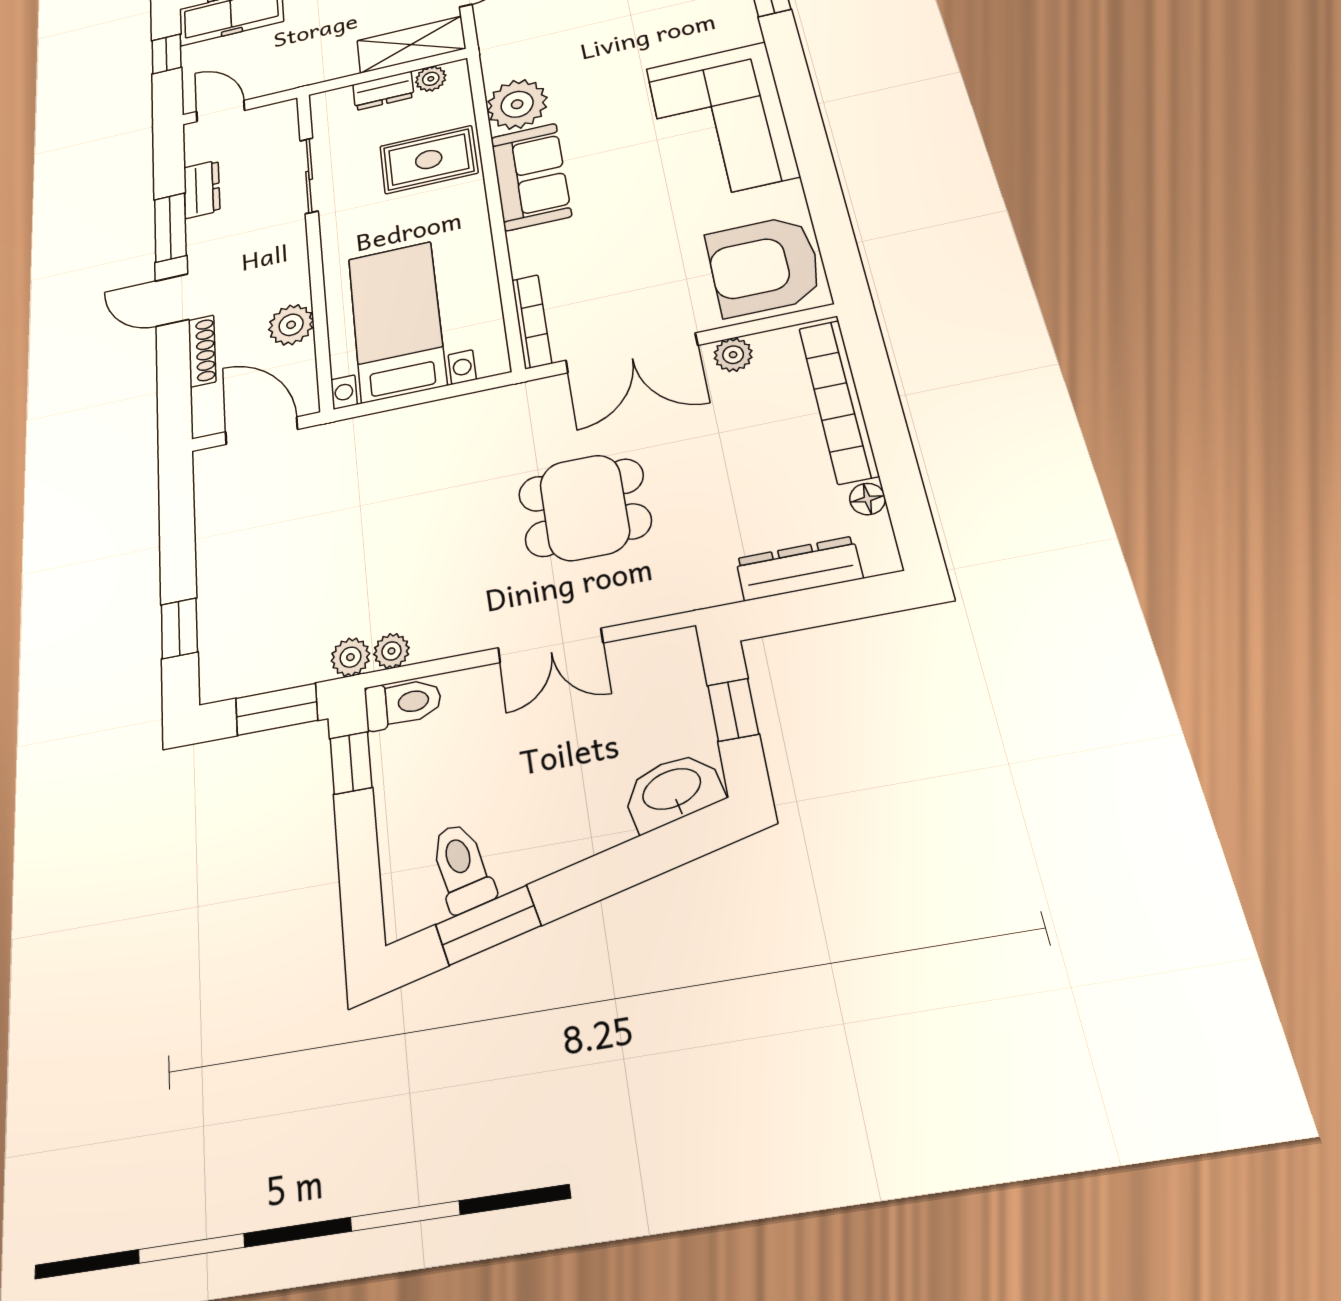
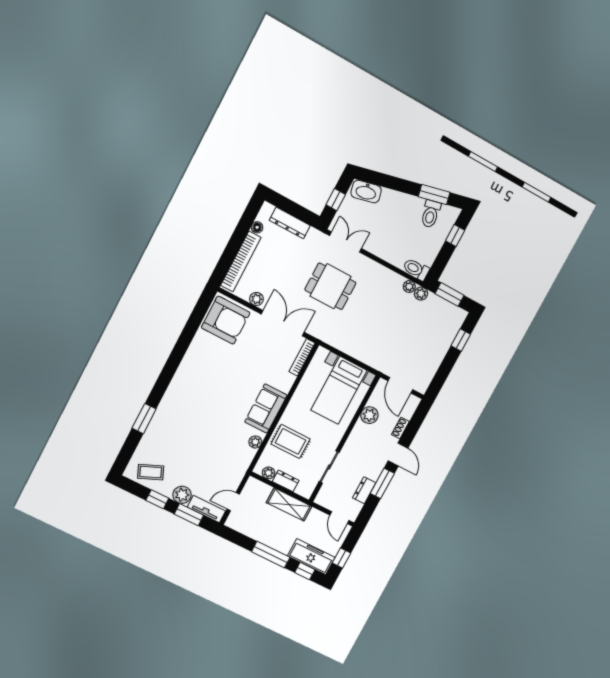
shelving: (411, 45) -> (289, 504), moved
plant: (517, 104) -> (255, 442), width x0.53, depth x0.53
corner sofa: (721, 121) -> (198, 380), removed
shoe rack: (202, 351) -> (400, 428), width x0.70
double door: (550, 646) -> (346, 242), moved
window: (351, 763) -> (455, 236), moved

